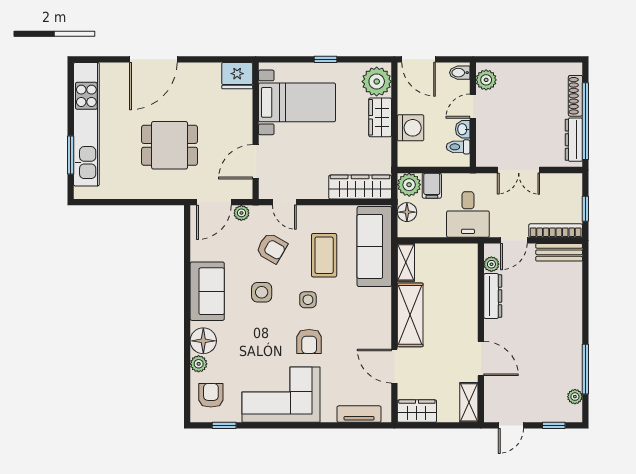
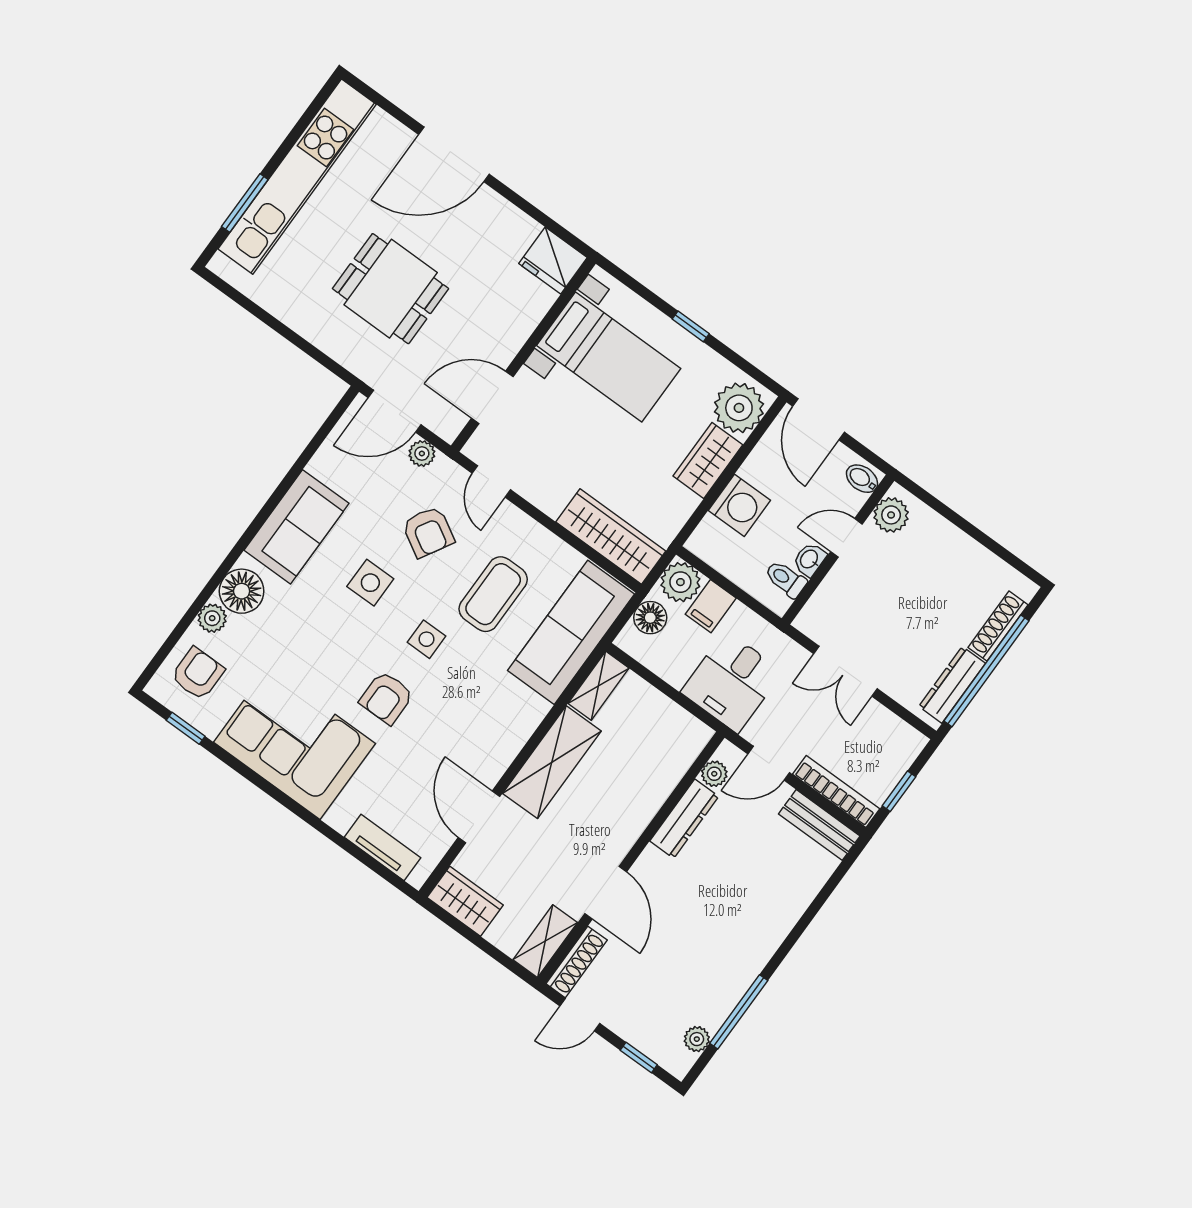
shoe rack: (491, 401) -> (577, 962), added

